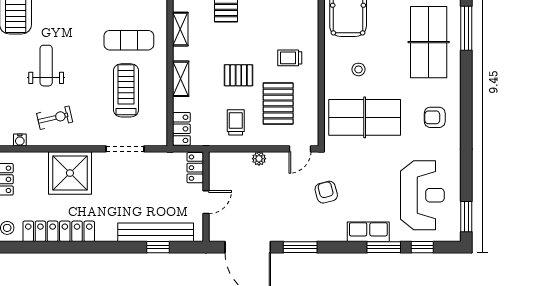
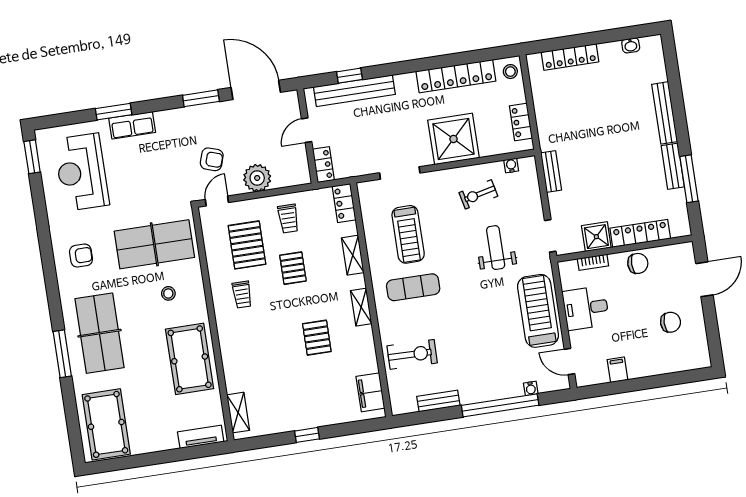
trolley: (290, 58) -> (242, 295), turned 90
weight bench: (46, 66) -> (496, 248), turned 180
pallet: (238, 75) -> (293, 268), turned 90
plant: (259, 159) -> (257, 178), width x1.87, depth x1.87
armchair: (326, 192) -> (212, 159), moved, turned -57
window: (422, 247) -> (73, 118), removed

